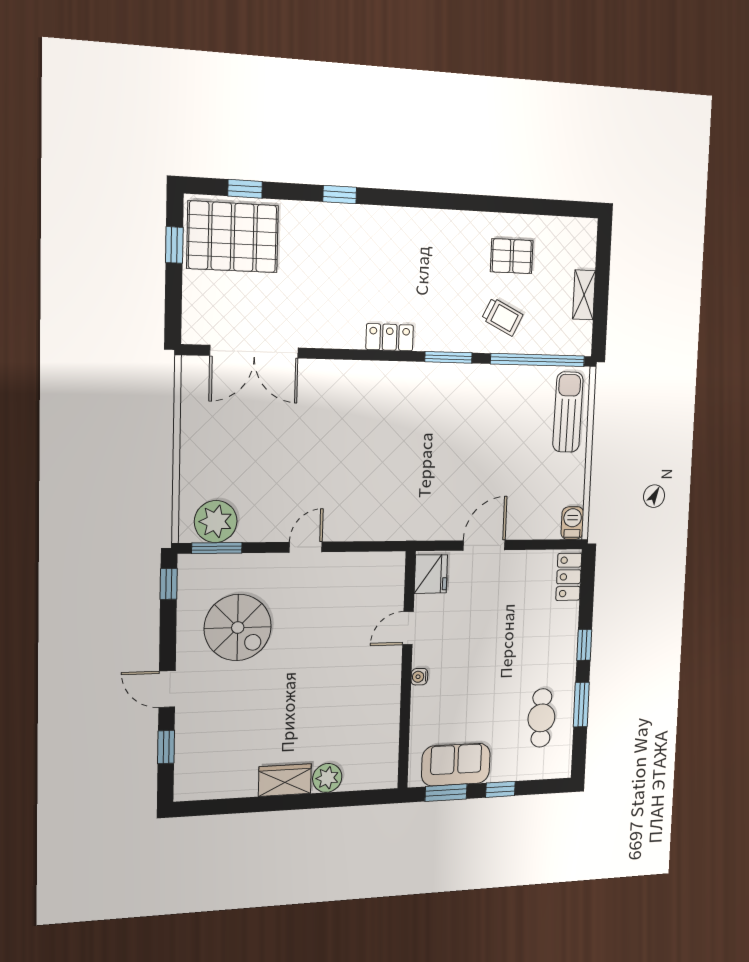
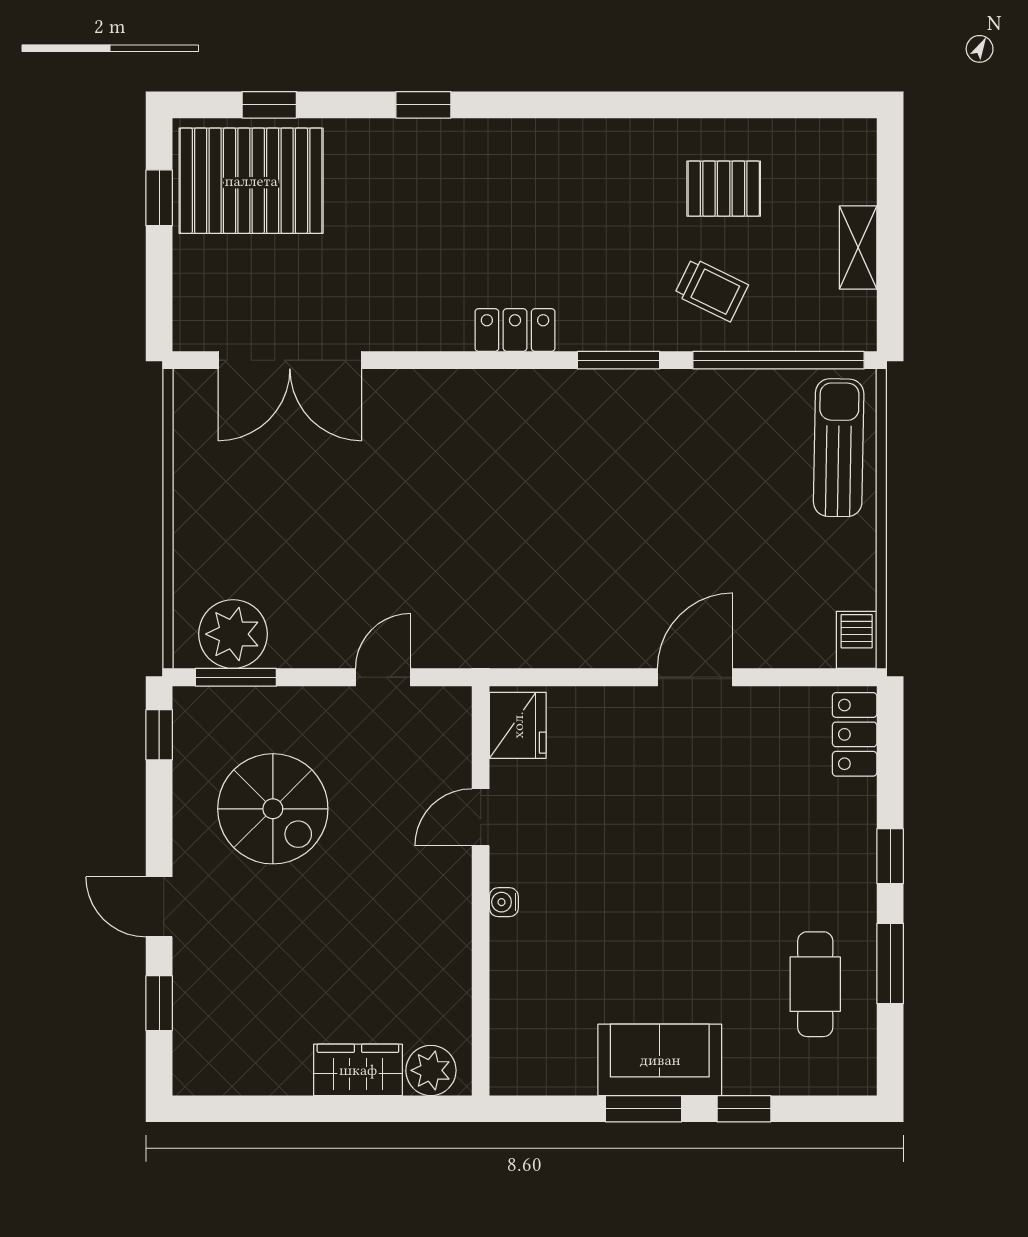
fridge: (431, 574) -> (518, 725), moved
door: (408, 628) -> (481, 817), moved
wall: (407, 671) -> (481, 891), moved
water cooler: (419, 677) -> (504, 902), moved

